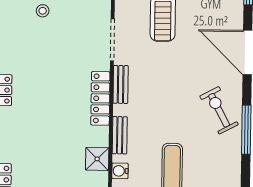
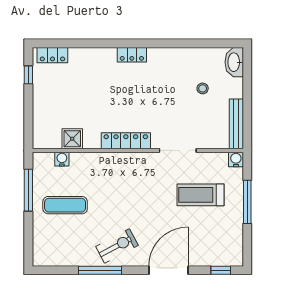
bench: (121, 84) -> (138, 159), removed
bench: (120, 135) -> (93, 158), removed

